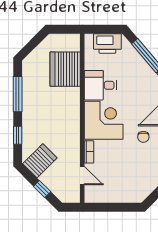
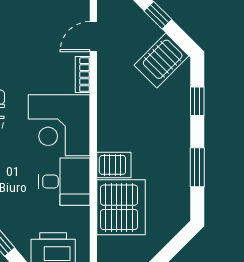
window: (18, 94) -> (197, 167), width x0.69
server rack: (70, 96) -> (114, 165), added
door: (82, 176) -> (93, 37), hinge flipped

